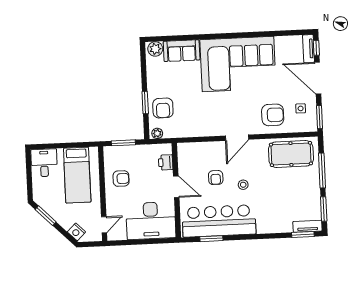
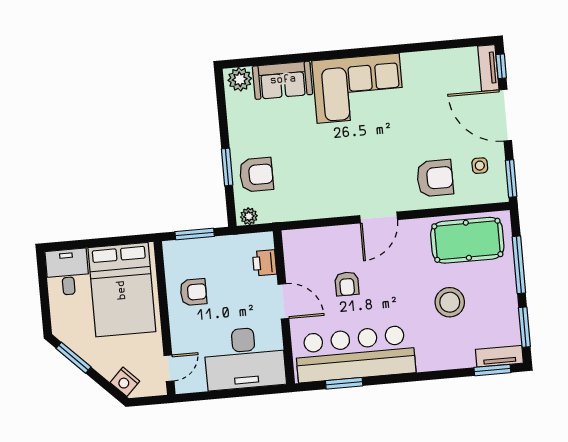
corner sofa: (238, 64) -> (358, 88), width x0.73, depth x0.74
armchair: (163, 108) -> (256, 175), turned -90
bed: (77, 175) -> (122, 290), width x1.50
stool: (243, 185) -> (450, 302), moved, width x1.89, depth x1.89

